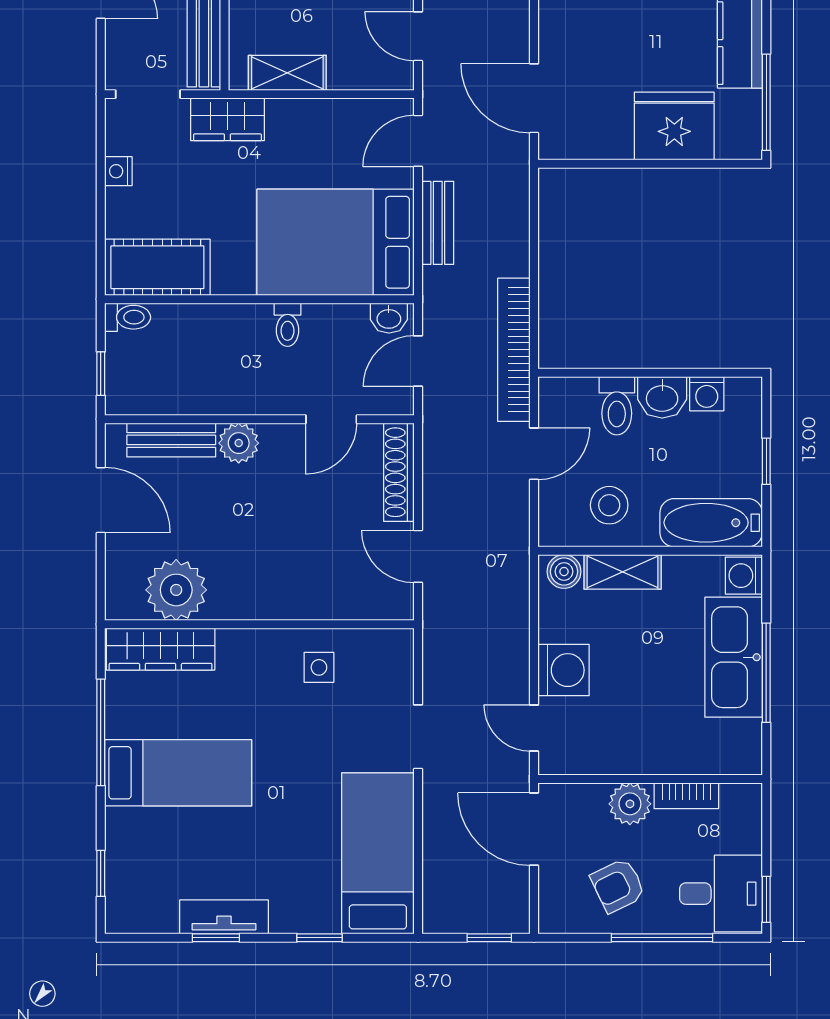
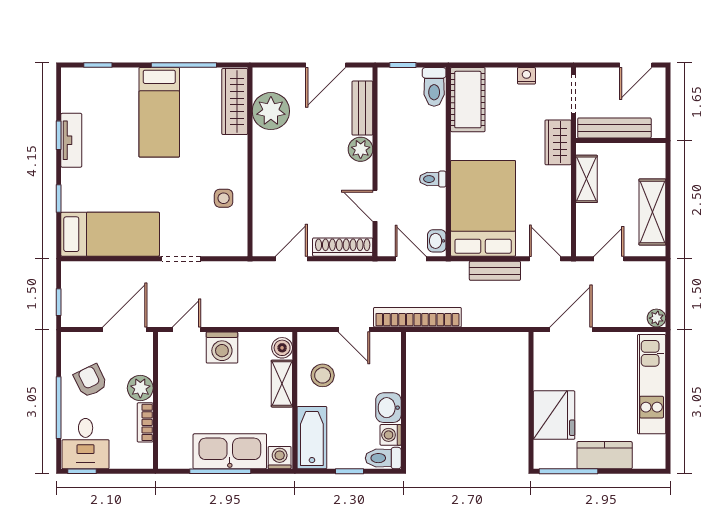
toilet: (128, 317) -> (434, 87), width x1.37, depth x1.39
toilet: (617, 406) -> (383, 458), moved

